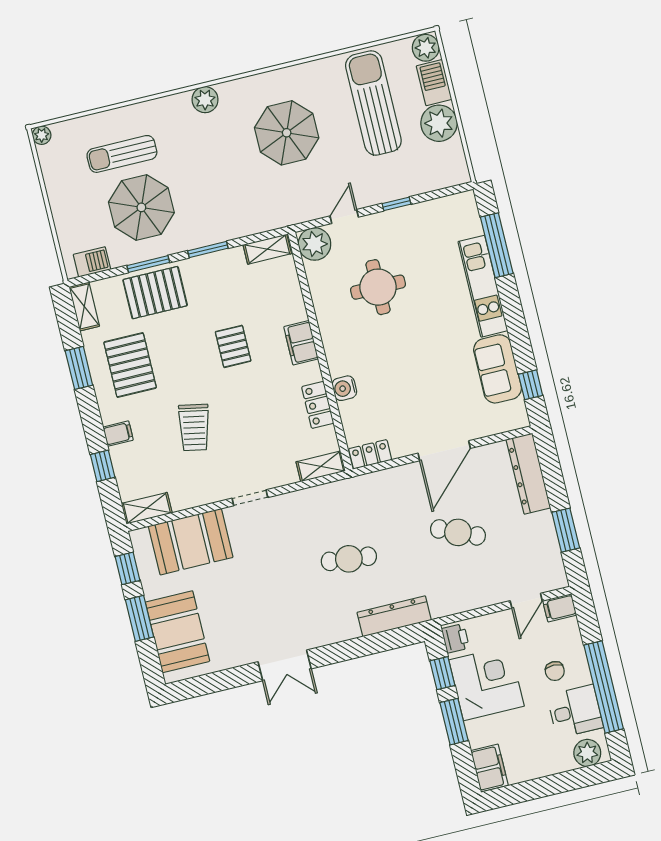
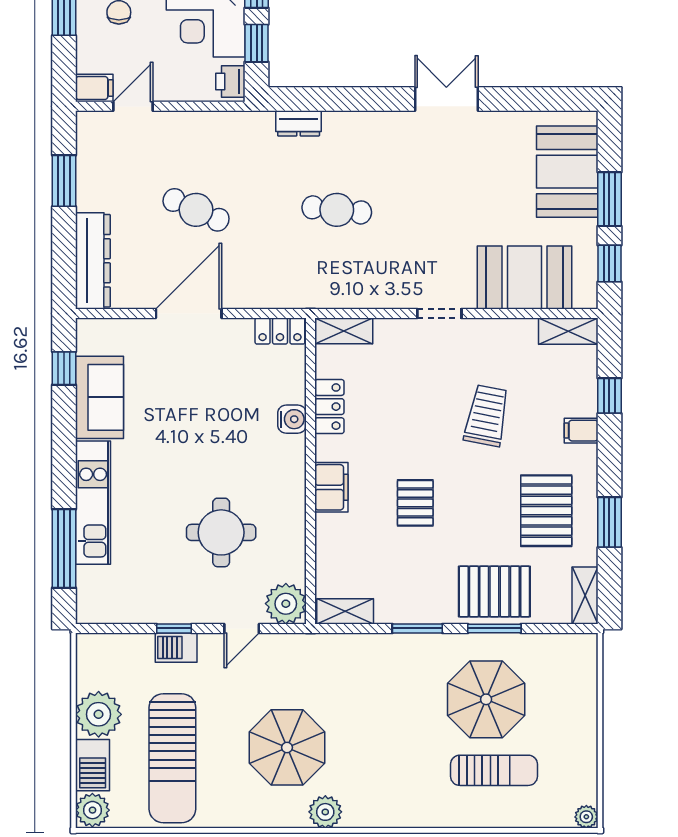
plant: (205, 100) -> (325, 812), moved
barbecue: (92, 262) -> (176, 648), moved
dresser: (394, 616) -> (299, 123), width x0.51, depth x0.80

